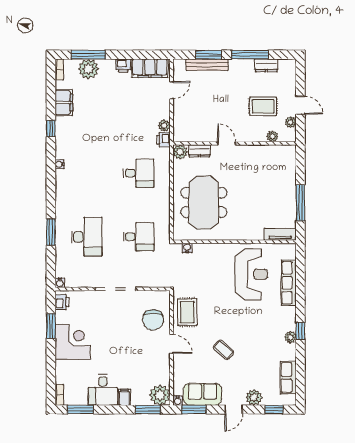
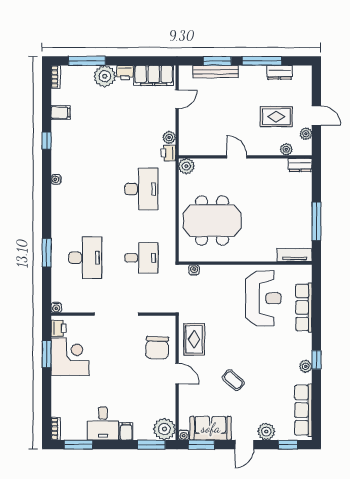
plant: (88, 69) -> (105, 76), moved
filing cabinet: (64, 103) -> (61, 113), width x0.50
dresser: (199, 151) -> (300, 165), moved
desk: (139, 173) -> (141, 189), width x1.37
meeting table: (204, 202) -> (212, 221), turned 90
corner desk: (73, 342) -> (70, 357), moved
row of seats: (288, 378) -> (303, 410), width x1.48

